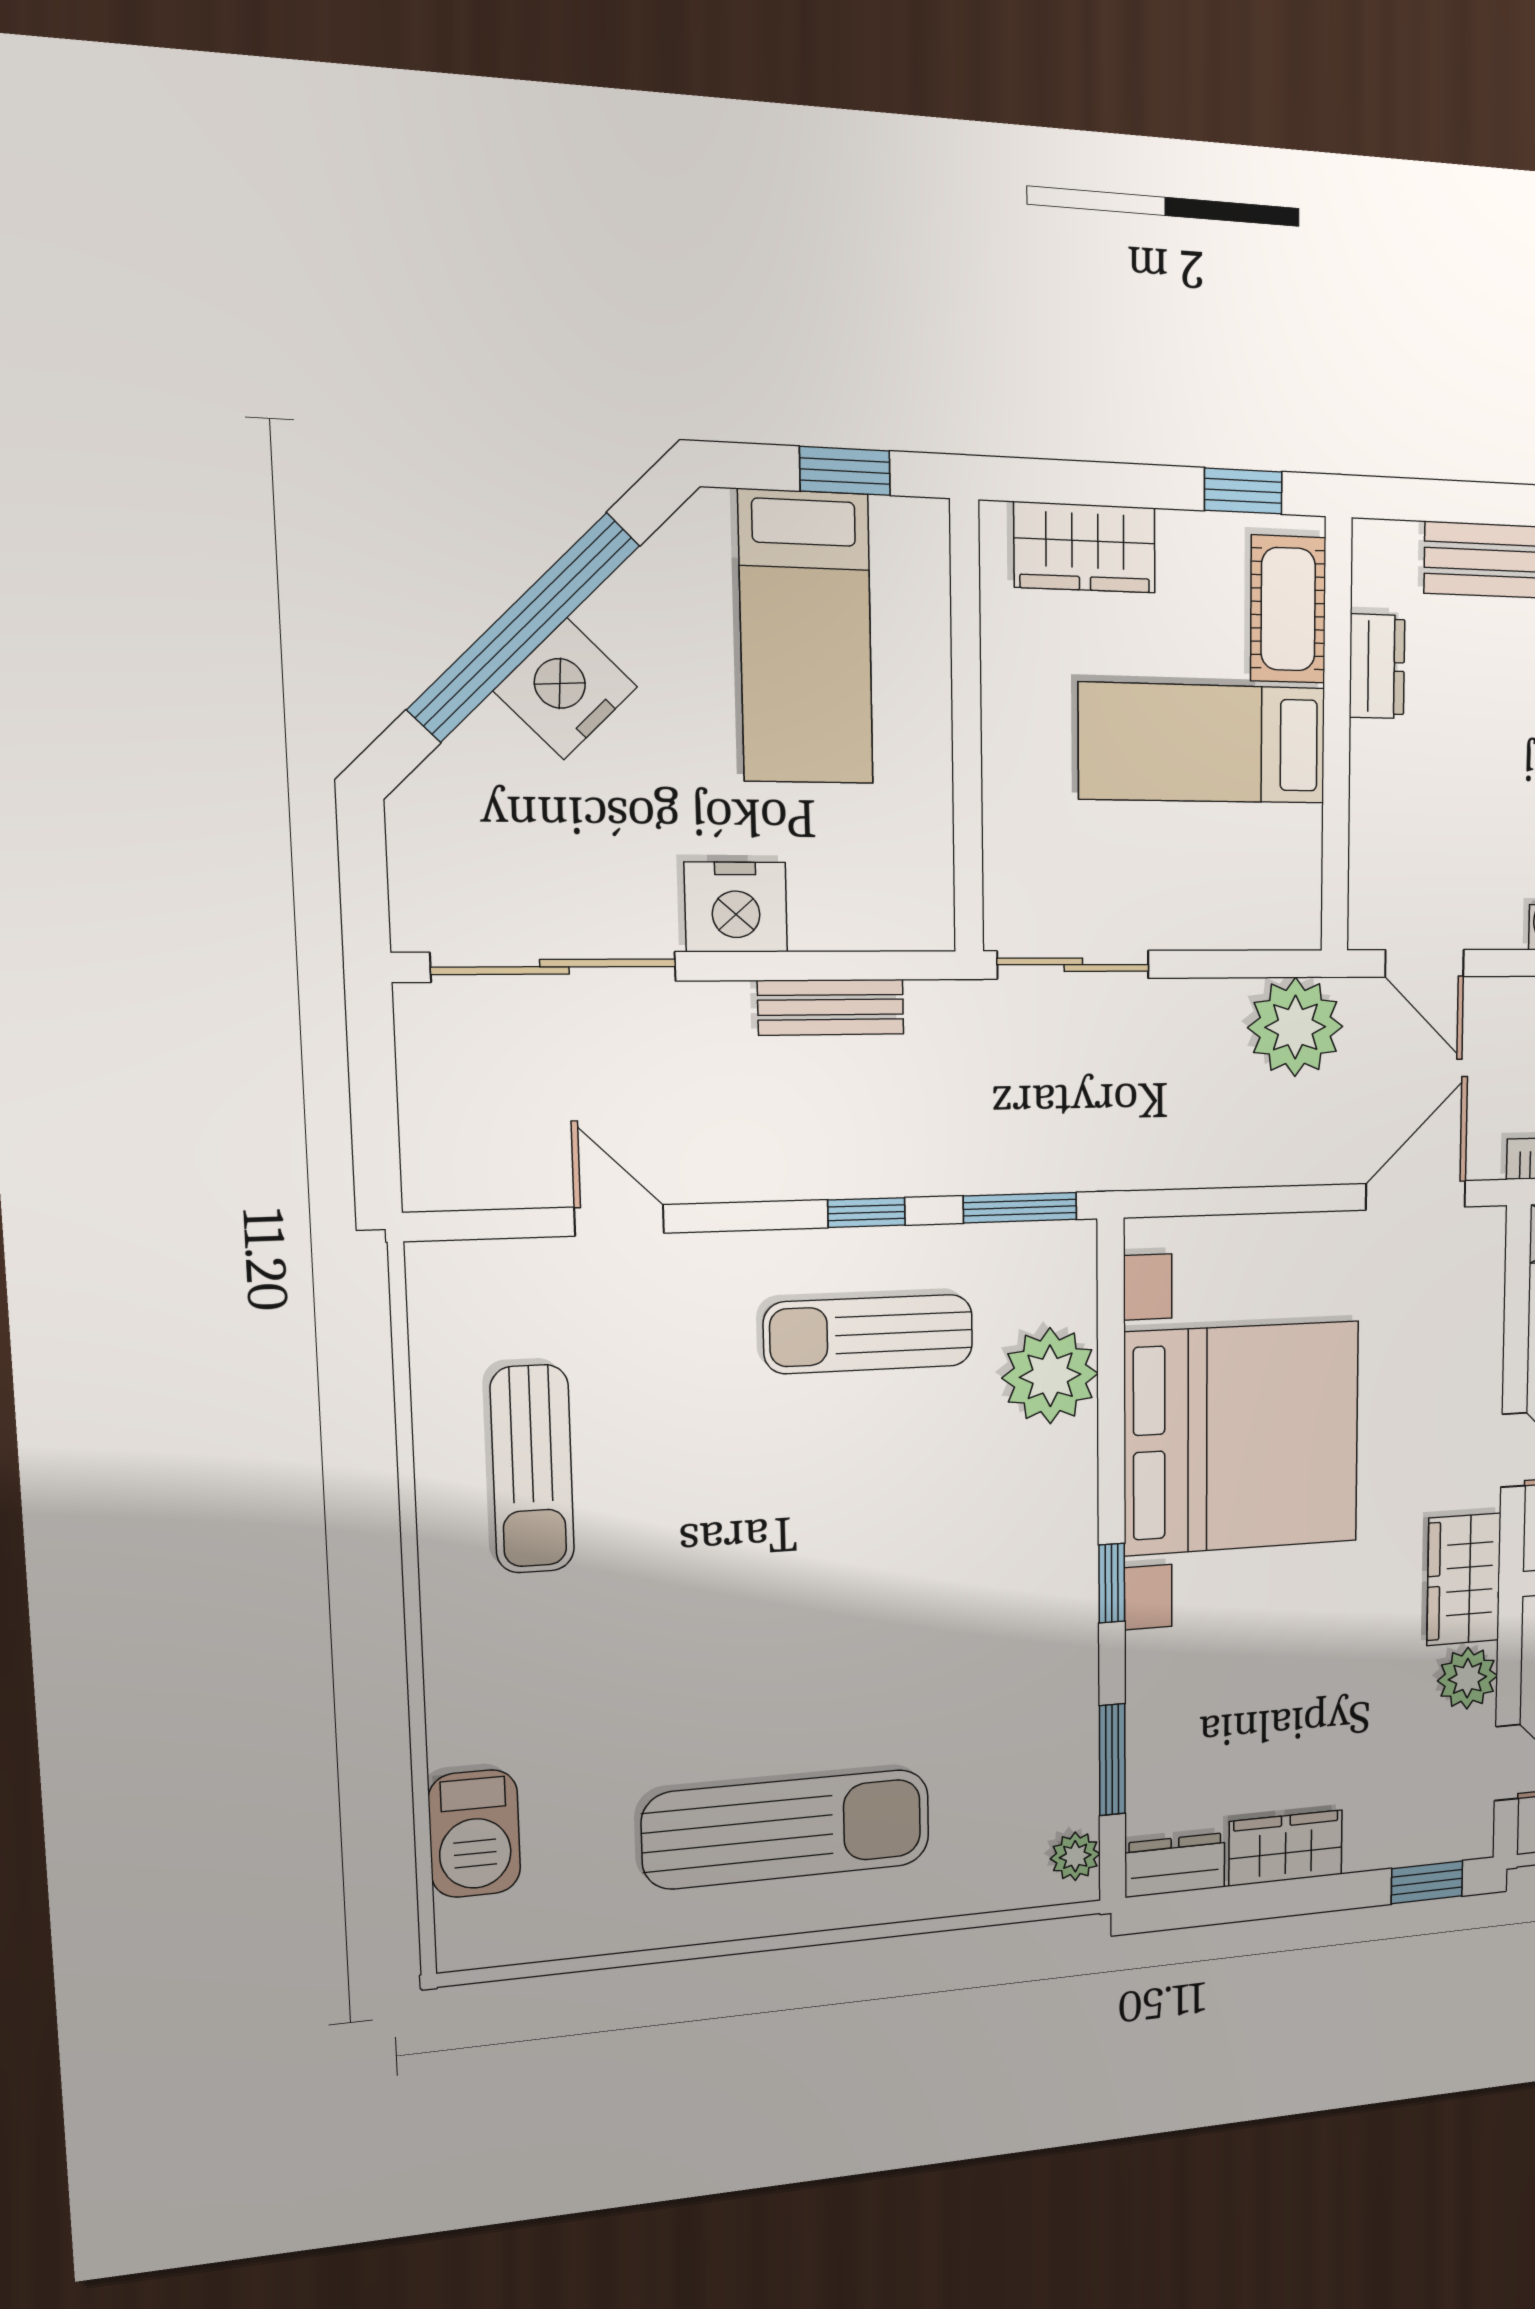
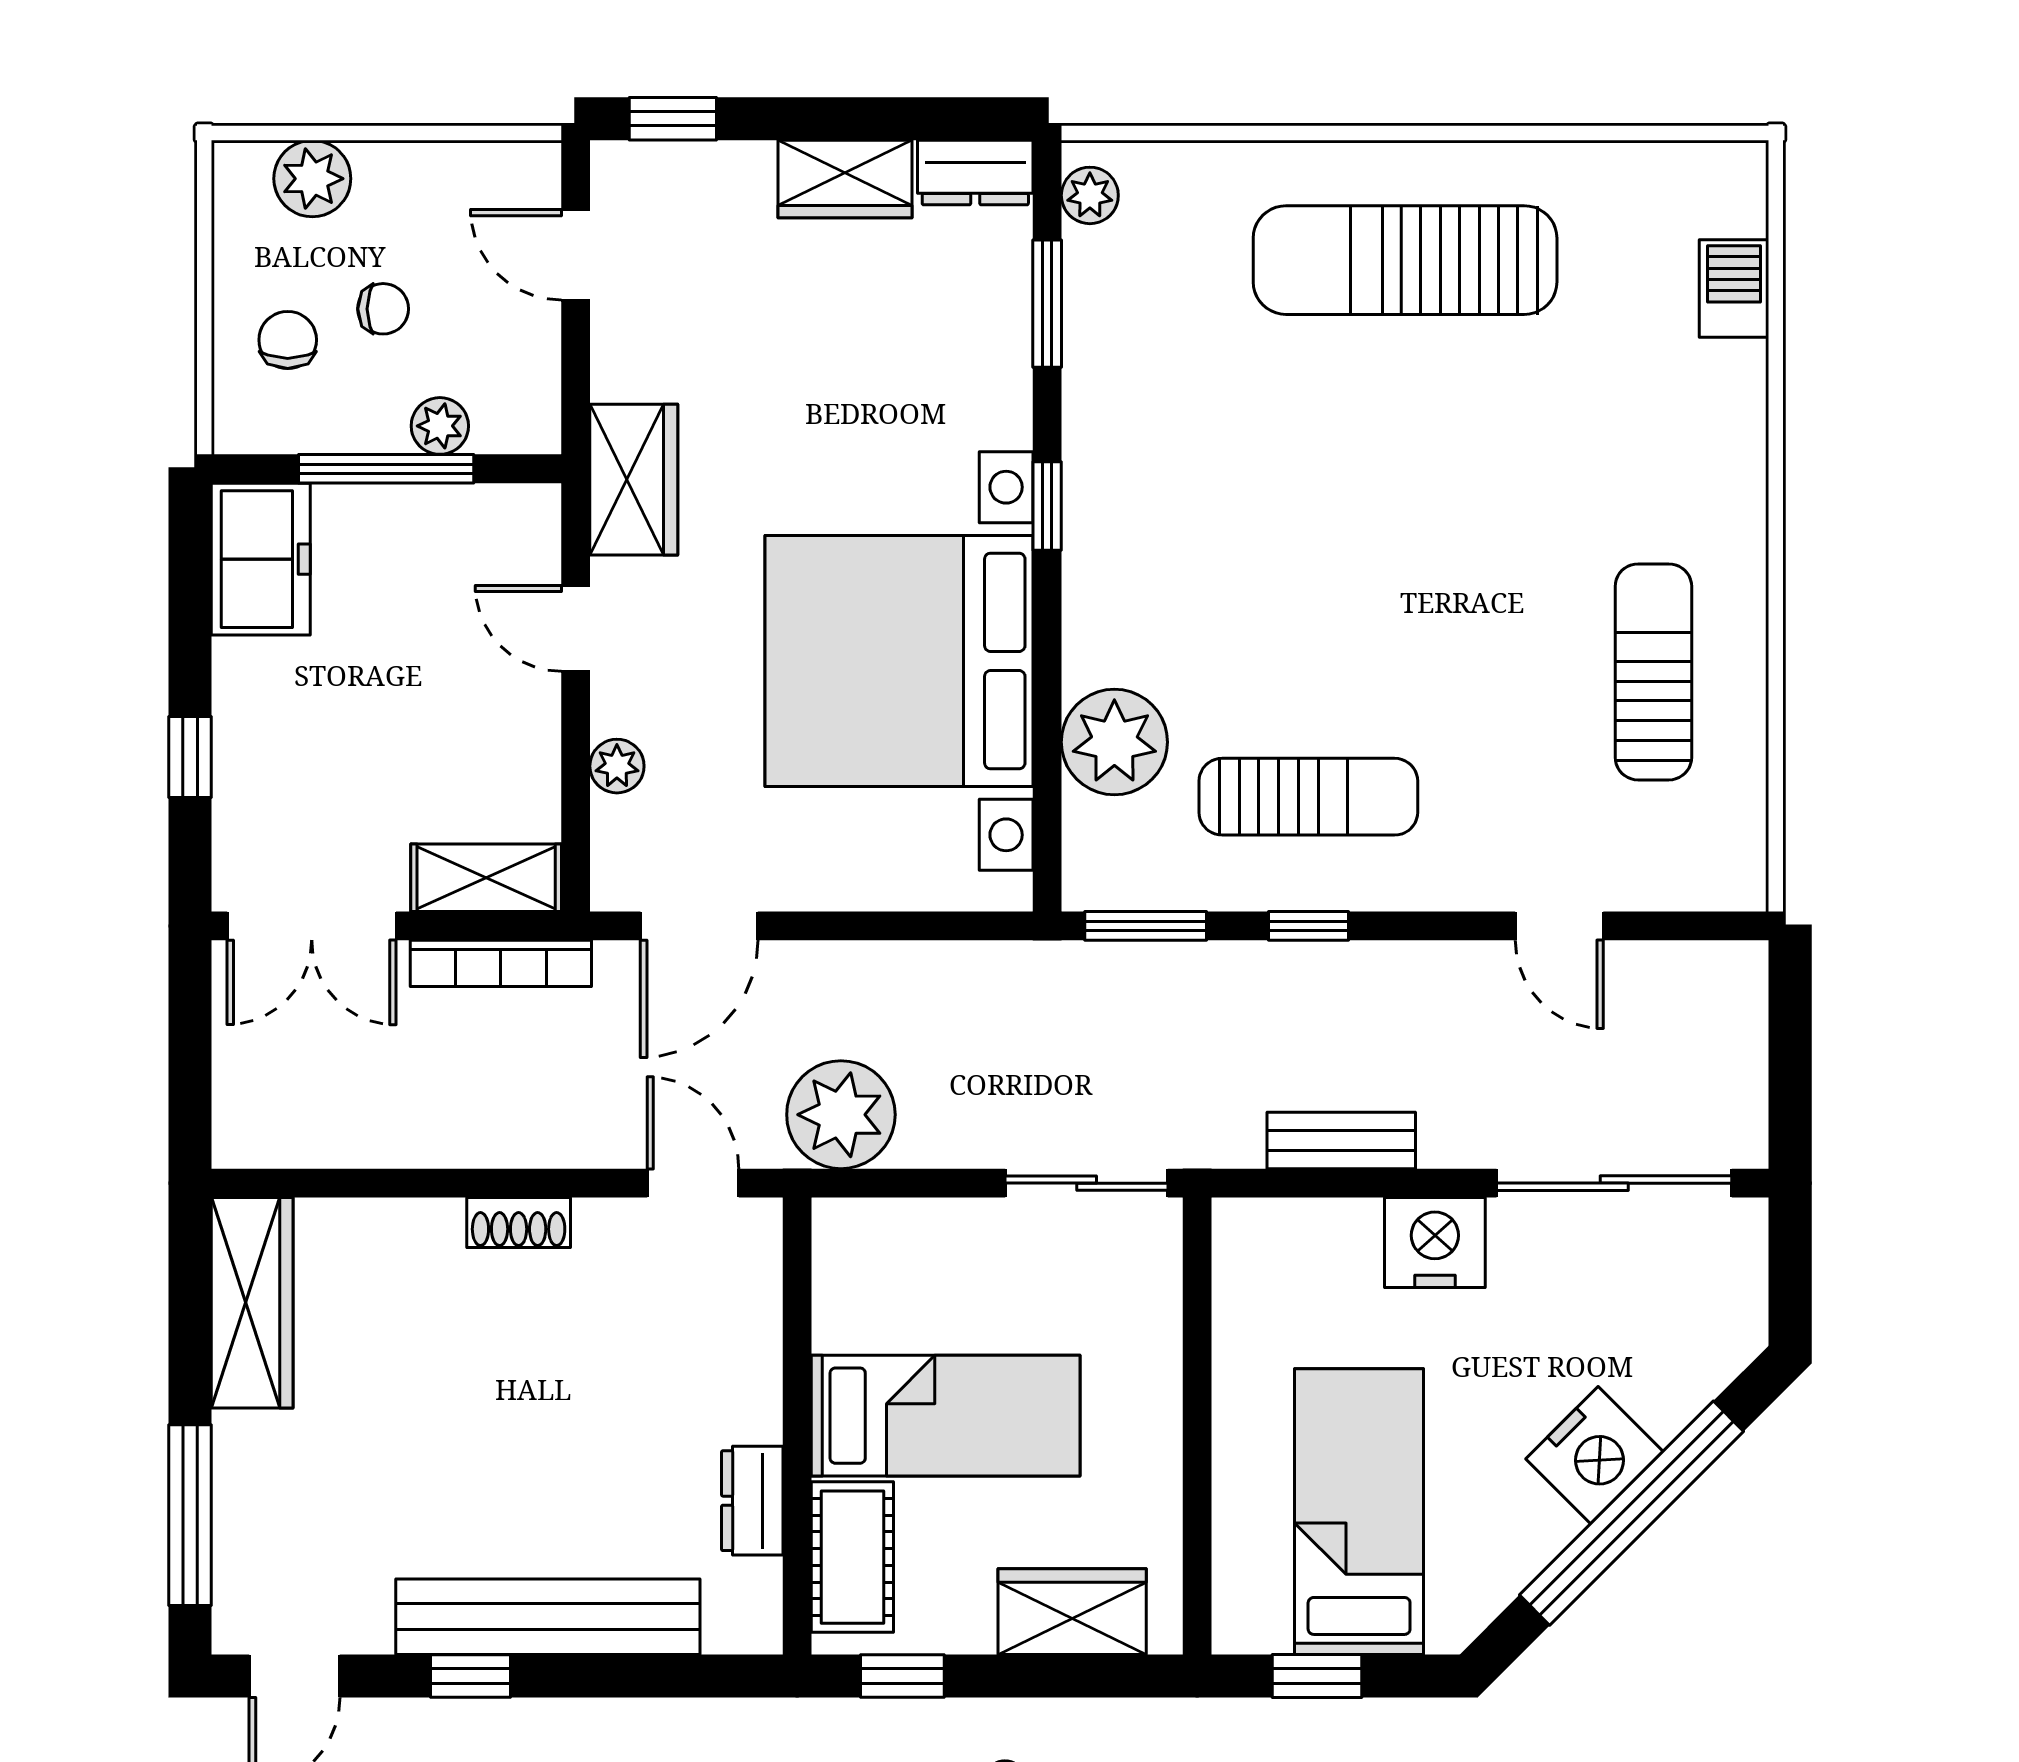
plant: (1467, 1678) -> (617, 766), moved, width x0.73, depth x0.73
barbecue: (474, 1834) -> (1734, 289), width x0.73, depth x0.79

